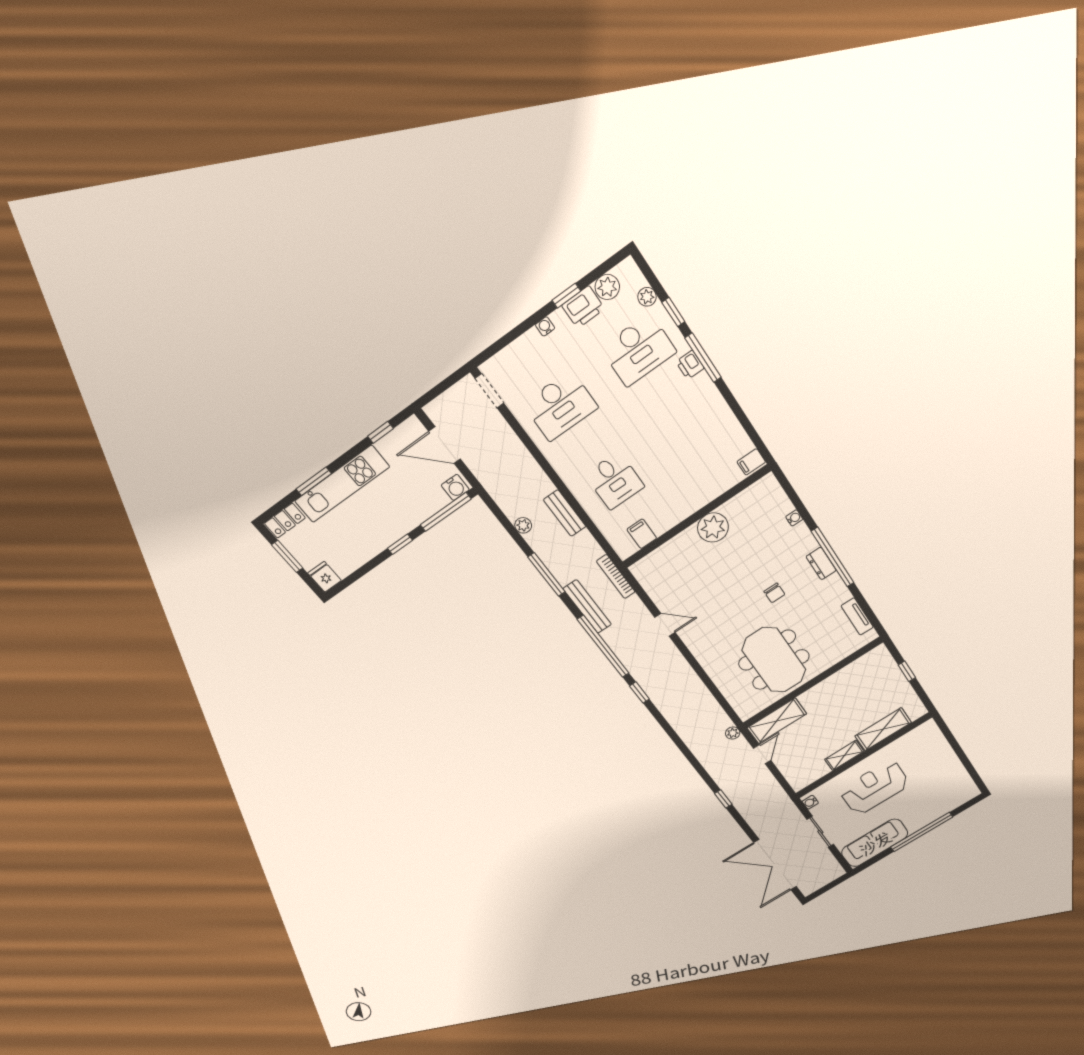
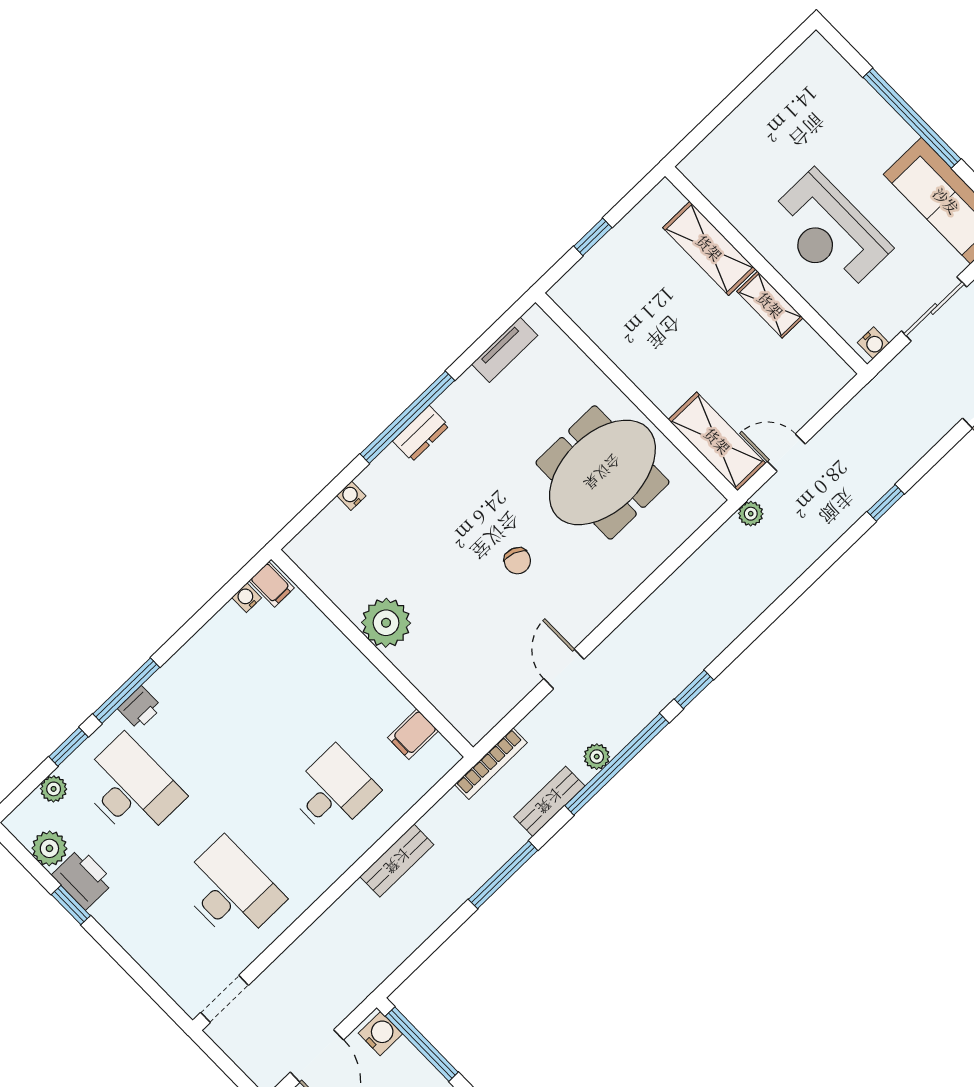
water cooler: (545, 326) -> (247, 598), moved, turned 90
plant: (523, 525) -> (597, 757), moved
chair: (774, 593) -> (517, 561), moved, turned 110
bench: (587, 607) -> (549, 801), width x0.73

